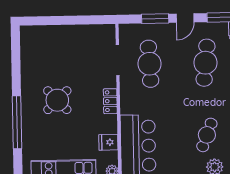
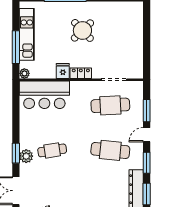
door: (185, 18) -> (147, 135), hinge flipped
cafe table: (207, 135) -> (52, 150), turned -30
fridge: (108, 142) -> (63, 71), moved

